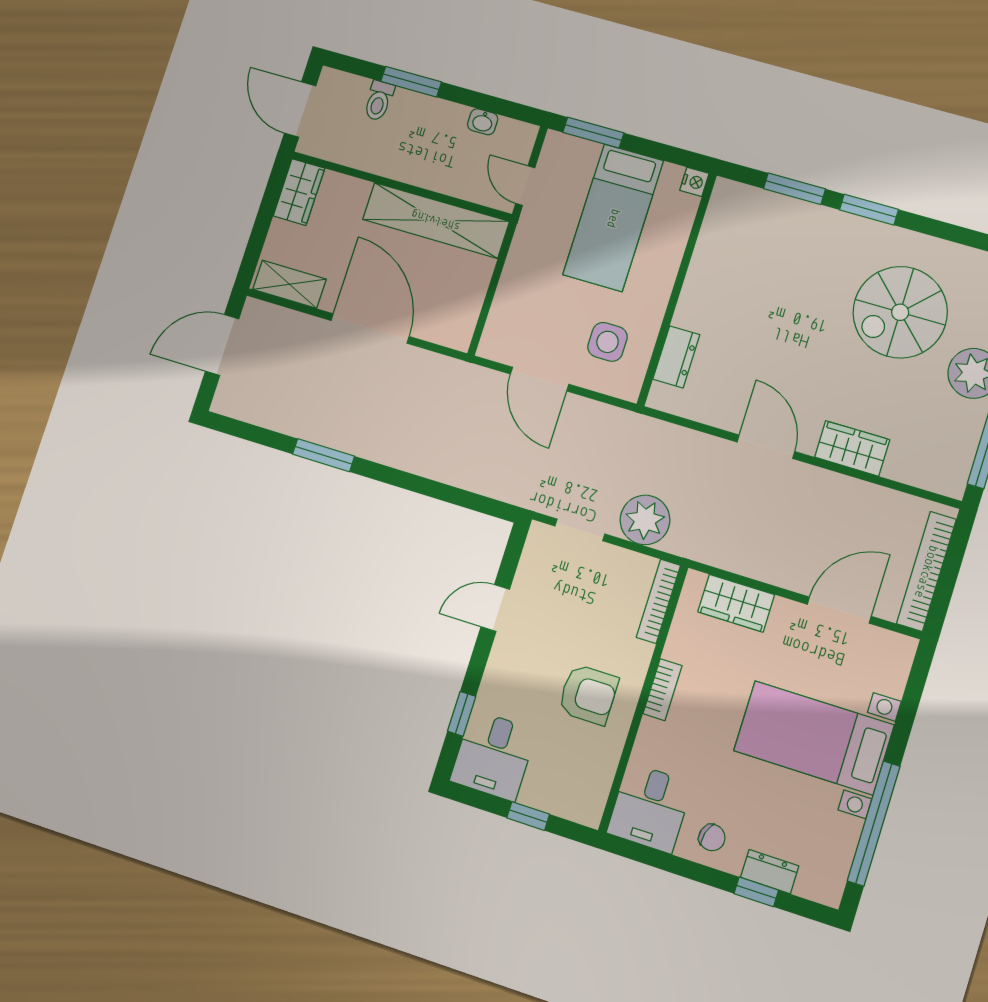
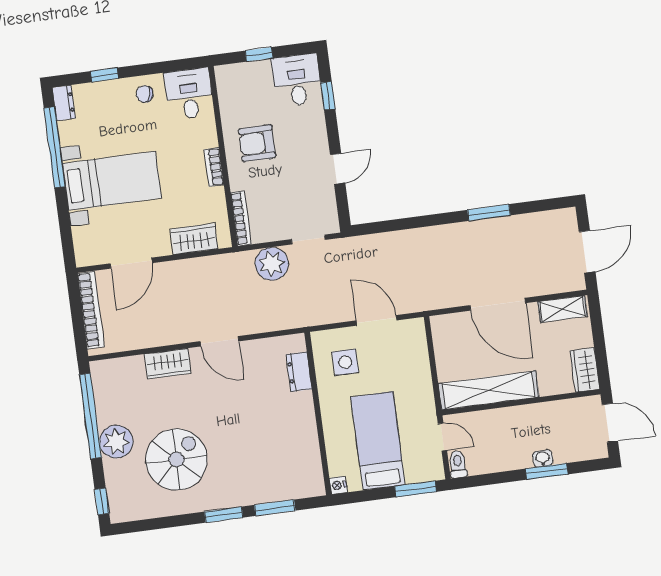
toilet: (379, 101) -> (458, 464), moved
washbasin: (483, 122) -> (543, 458), moved
dresser: (770, 872) -> (64, 103), moved, turned -90

